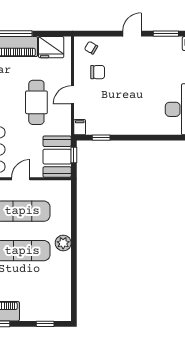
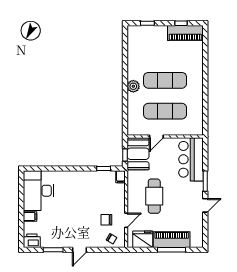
door: (72, 95) -> (126, 220), moved
door: (21, 179) -> (156, 136), moved

